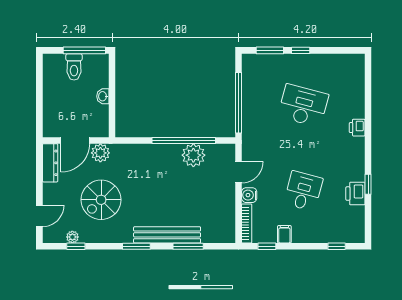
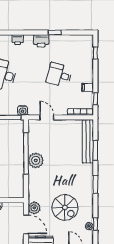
plant: (193, 155) -> (36, 160), moved
printer: (355, 194) -> (41, 41), moved
water cooler: (249, 195) -> (23, 110), moved
bench: (167, 235) -> (88, 141), moved

